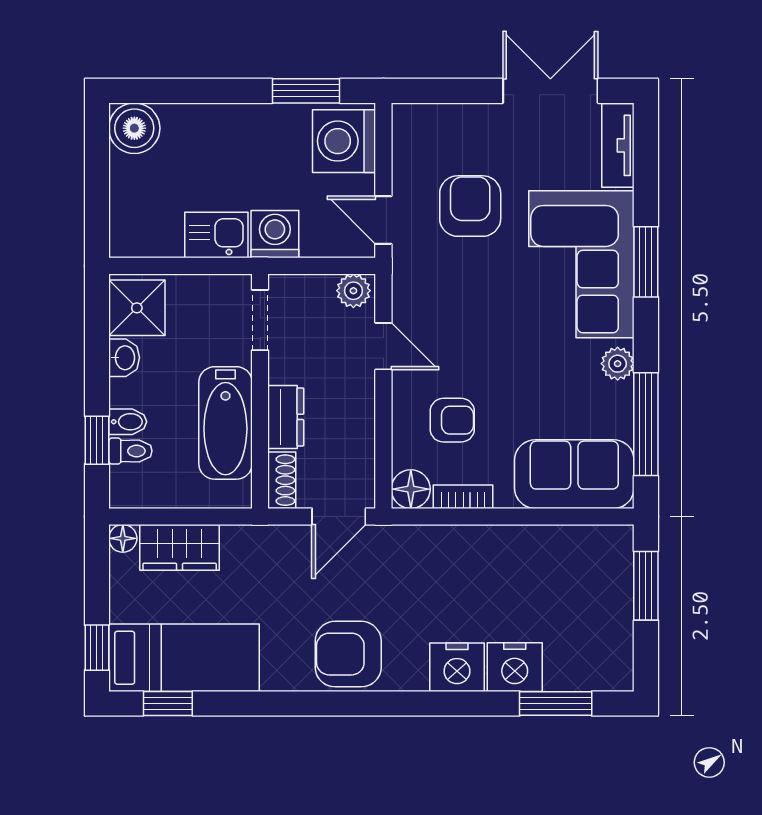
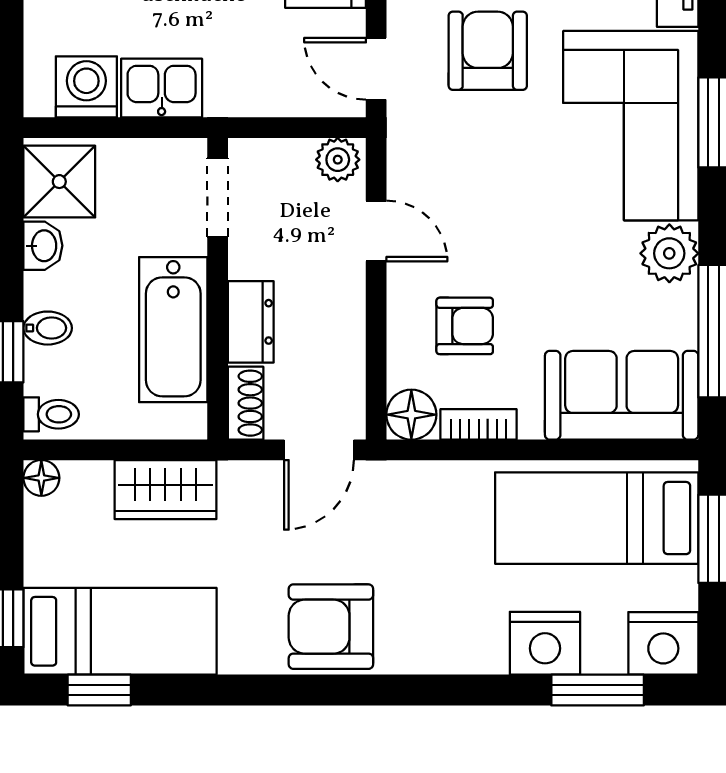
washing machine: (275, 234) -> (86, 87), moved
plant: (618, 364) -> (669, 253), width x1.38, depth x1.38
toilet: (130, 451) -> (51, 414), moved
wardrobe: (180, 547) -> (165, 490), moved
bed: (555, 570) -> (597, 518), added
nightstand: (457, 667) -> (663, 643), moved

